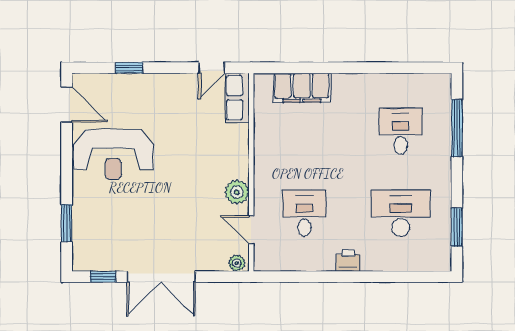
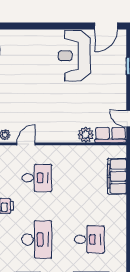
plant: (237, 192) -> (86, 135), moved
window: (67, 223) -> (30, 26), removed

